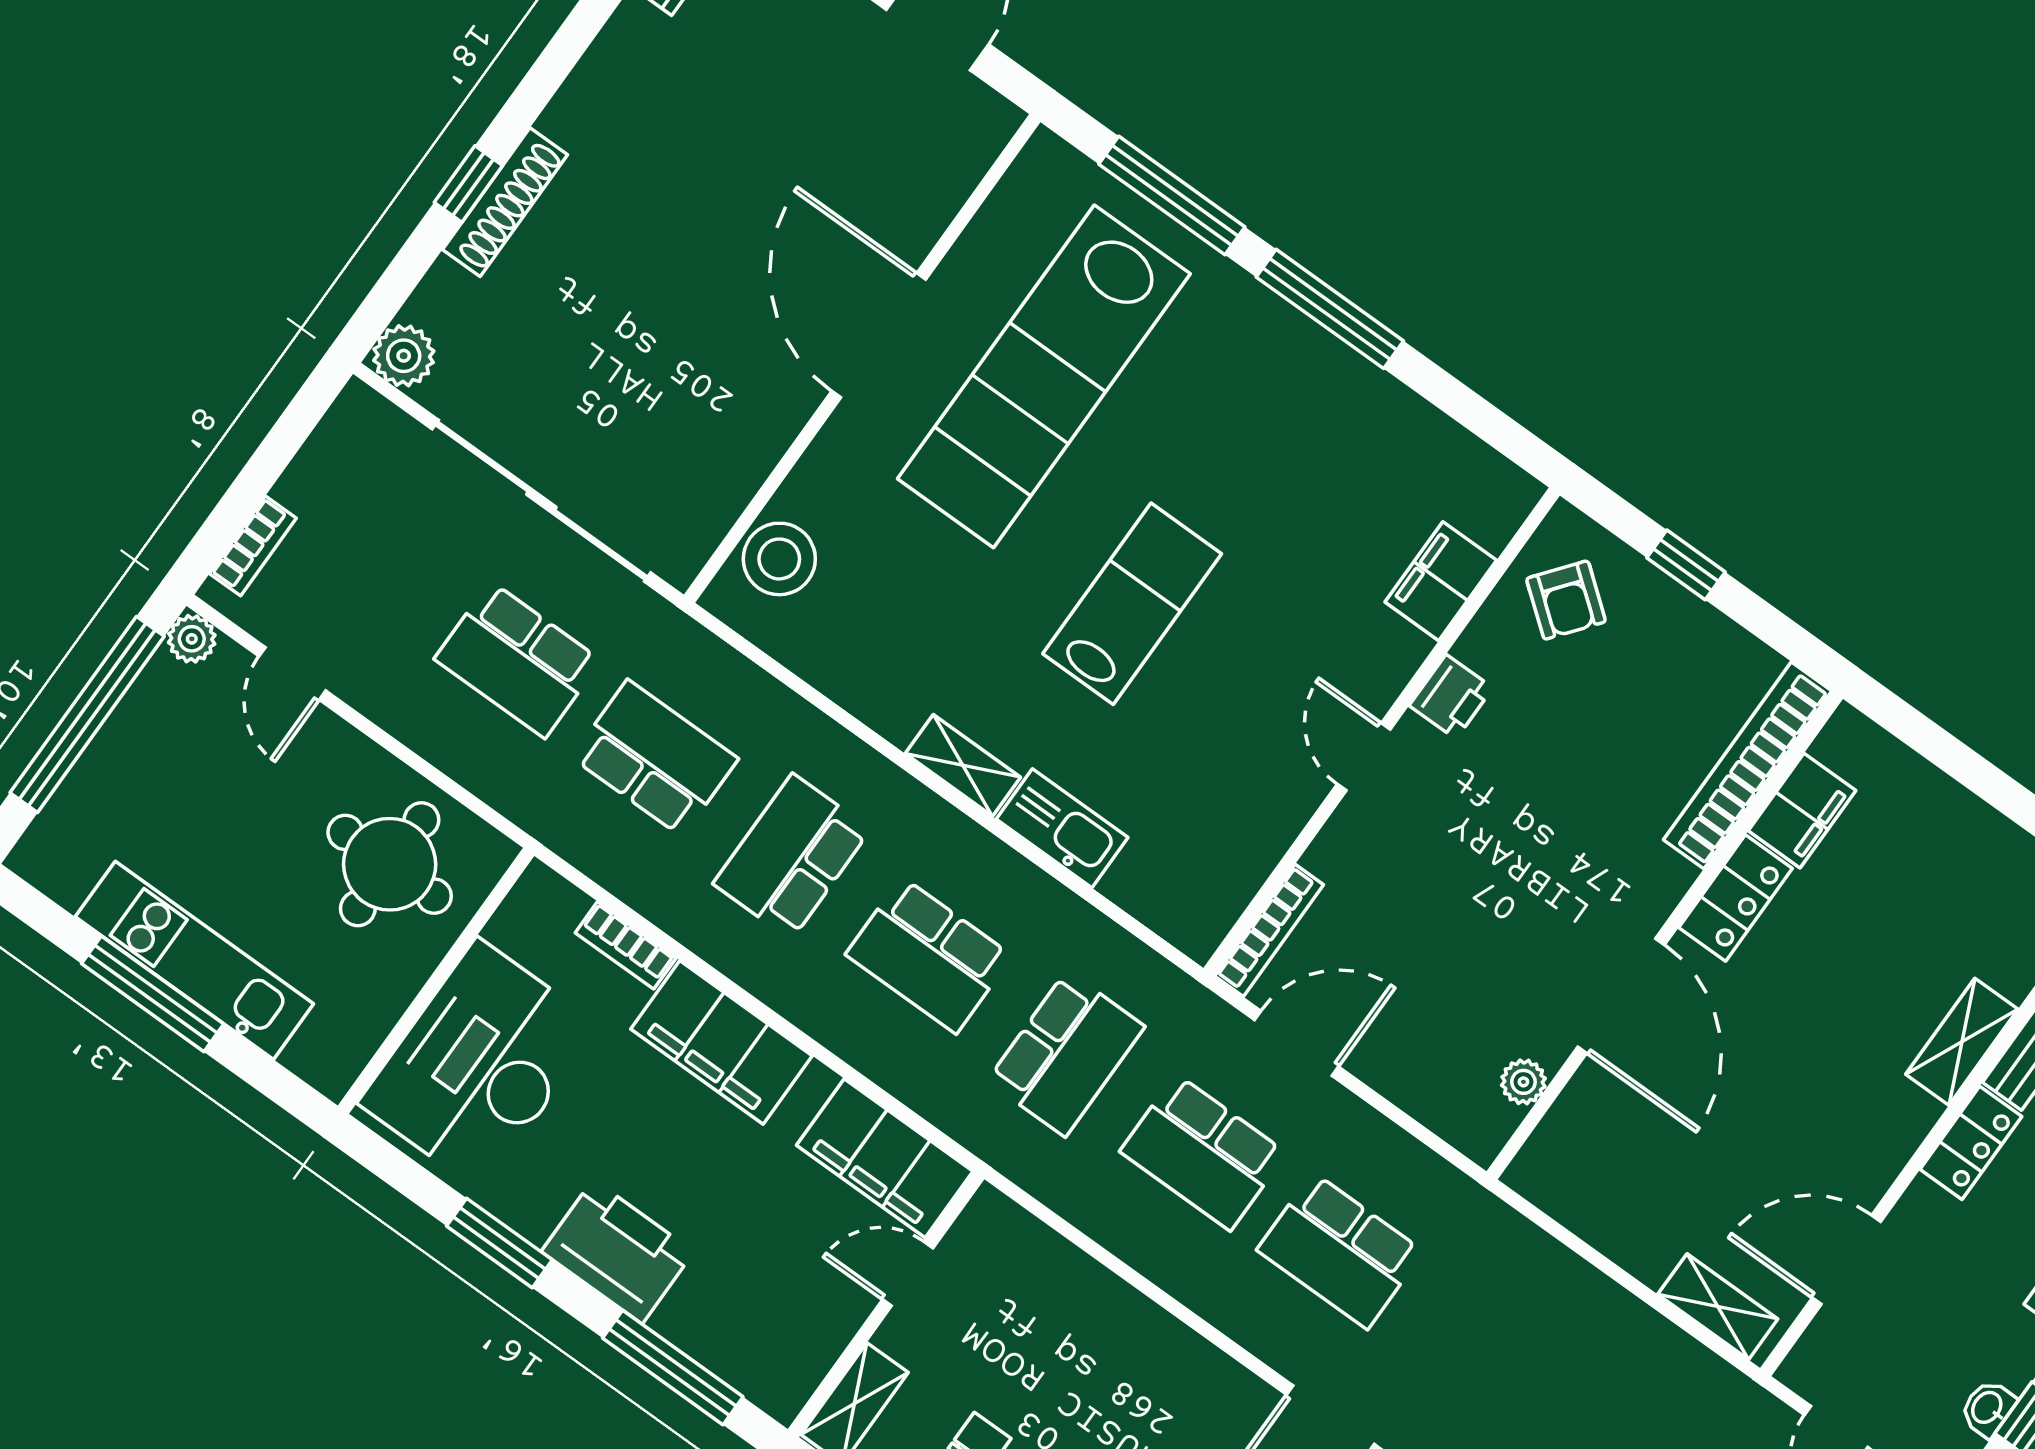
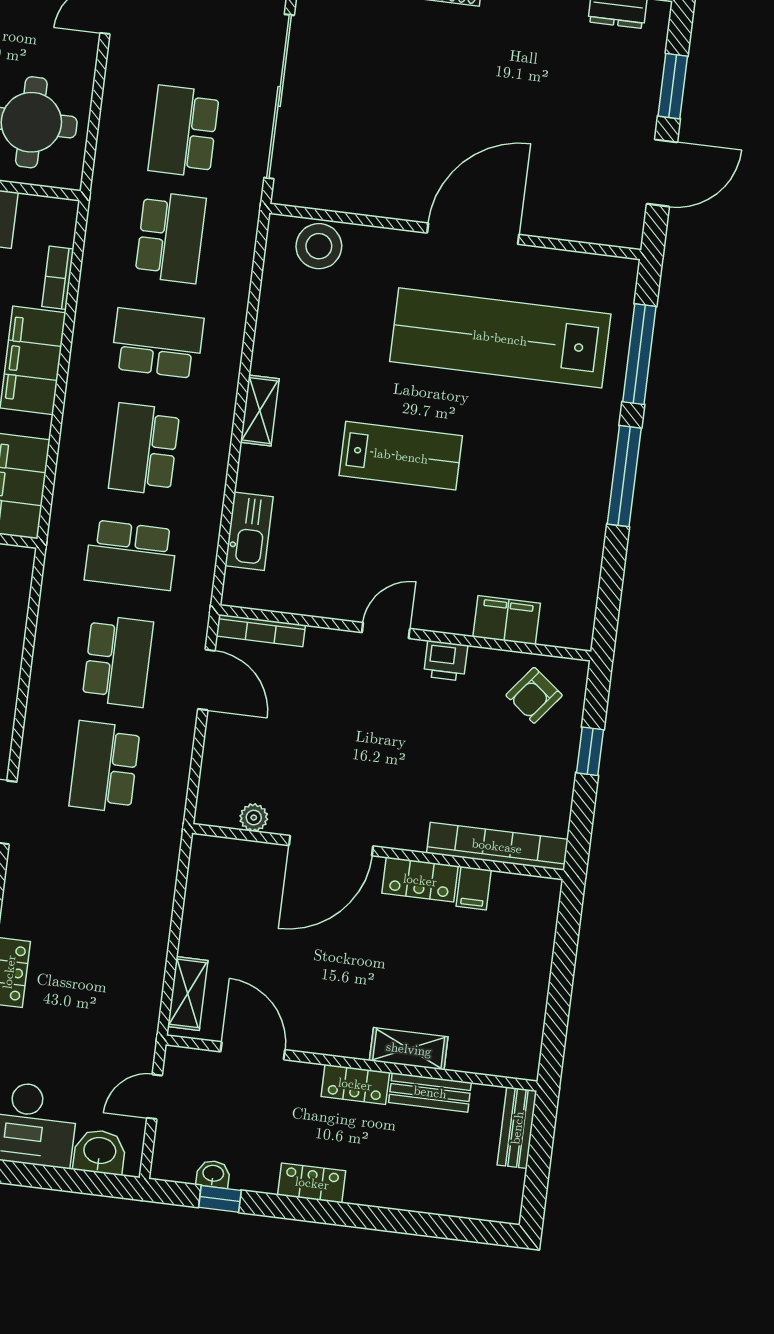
filing cabinet: (1802, 811) -> (474, 888), width x0.50
kitchen sink: (1062, 828) -> (249, 531), moved
school desk: (1203, 1152) -> (118, 661), turned 180

